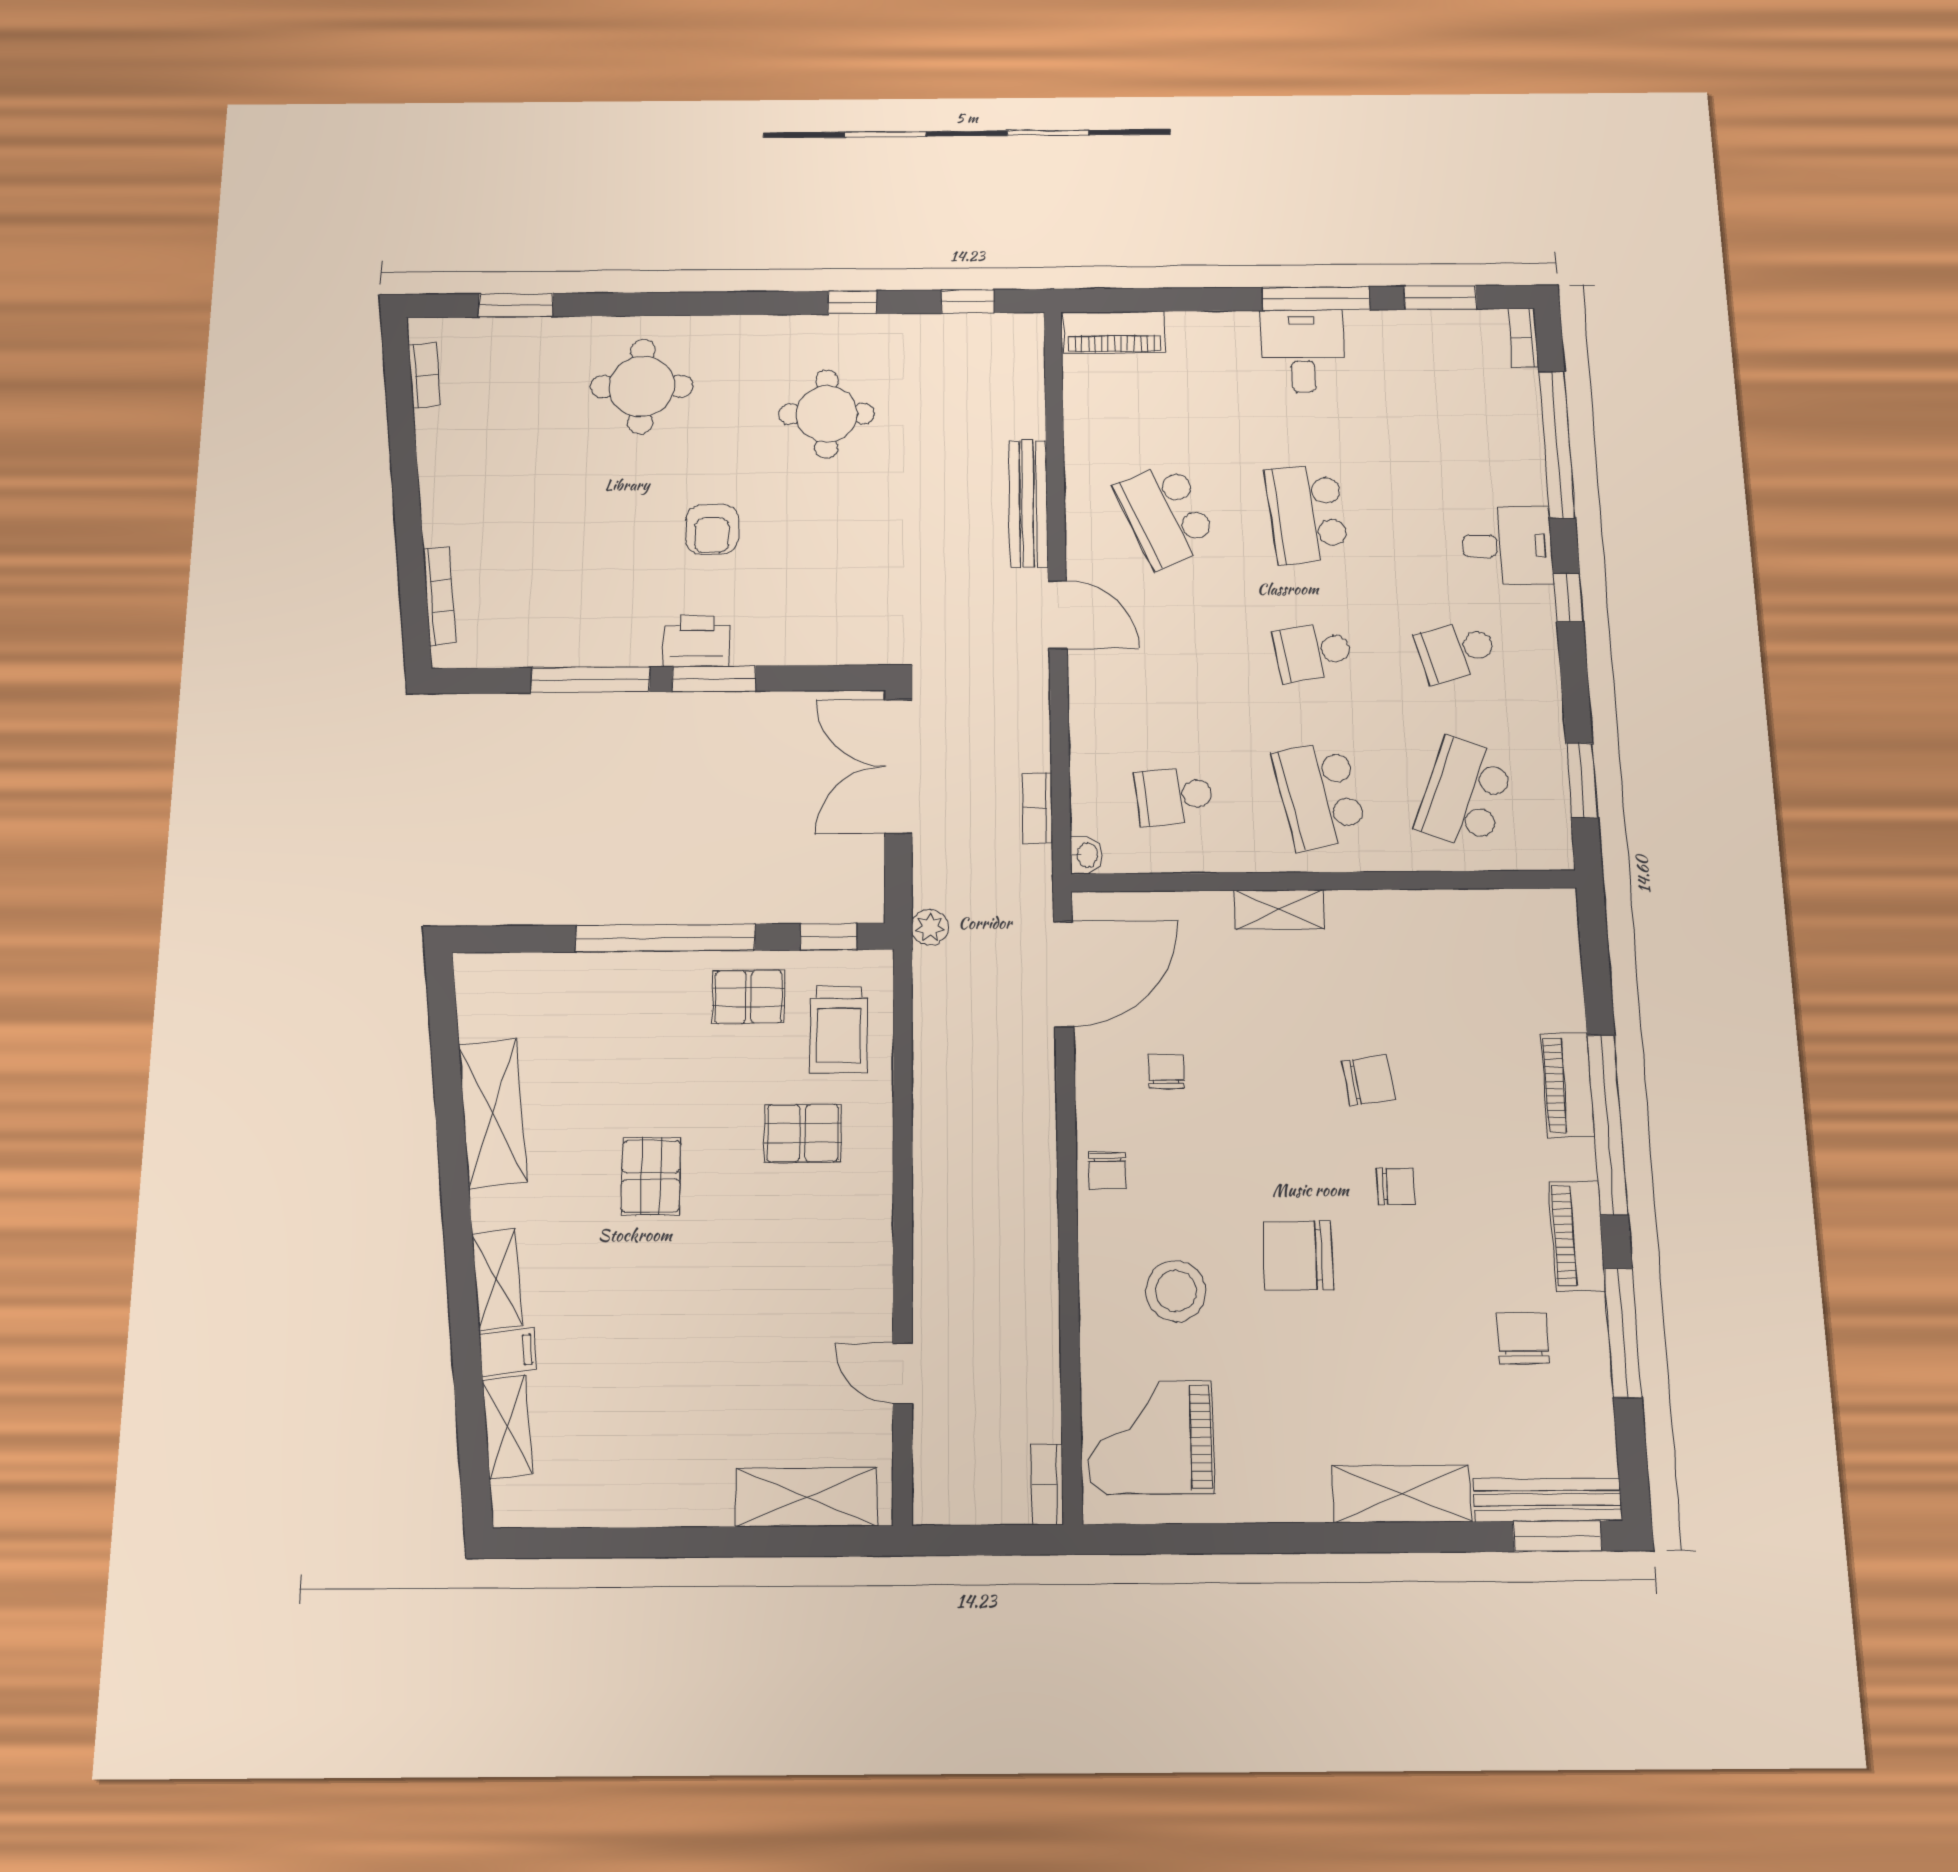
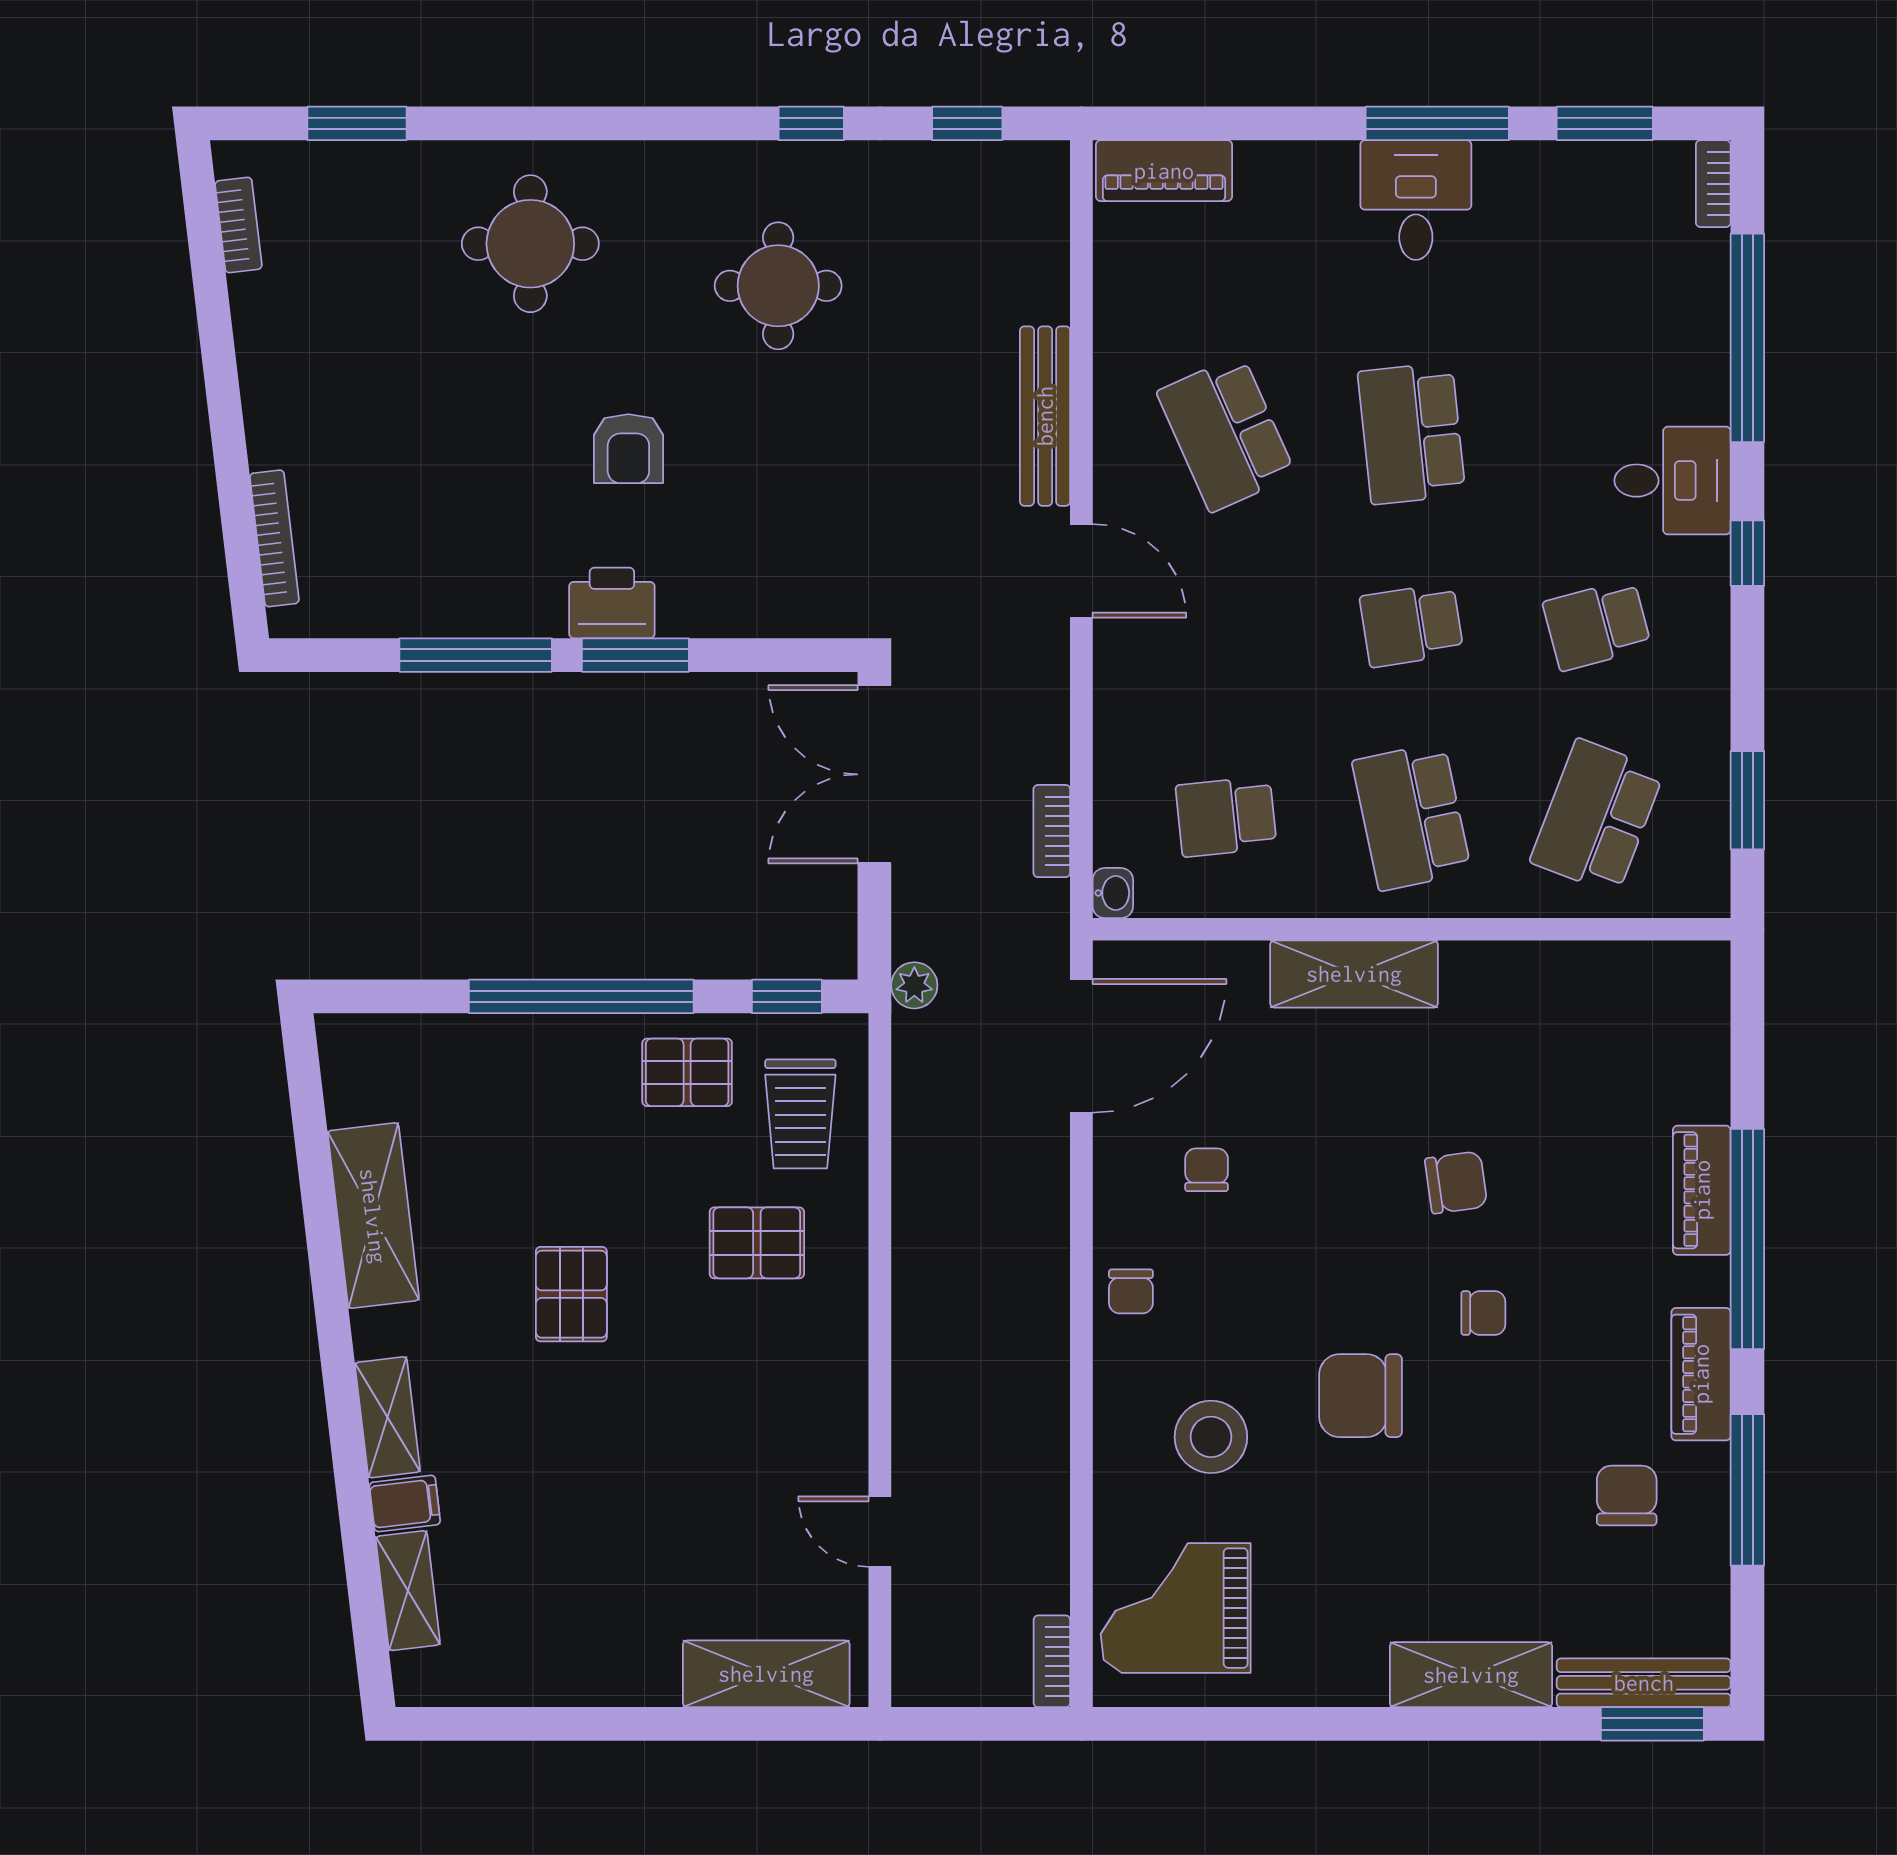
shelving: (1279, 909) -> (1354, 974), width x1.50, depth x1.33

